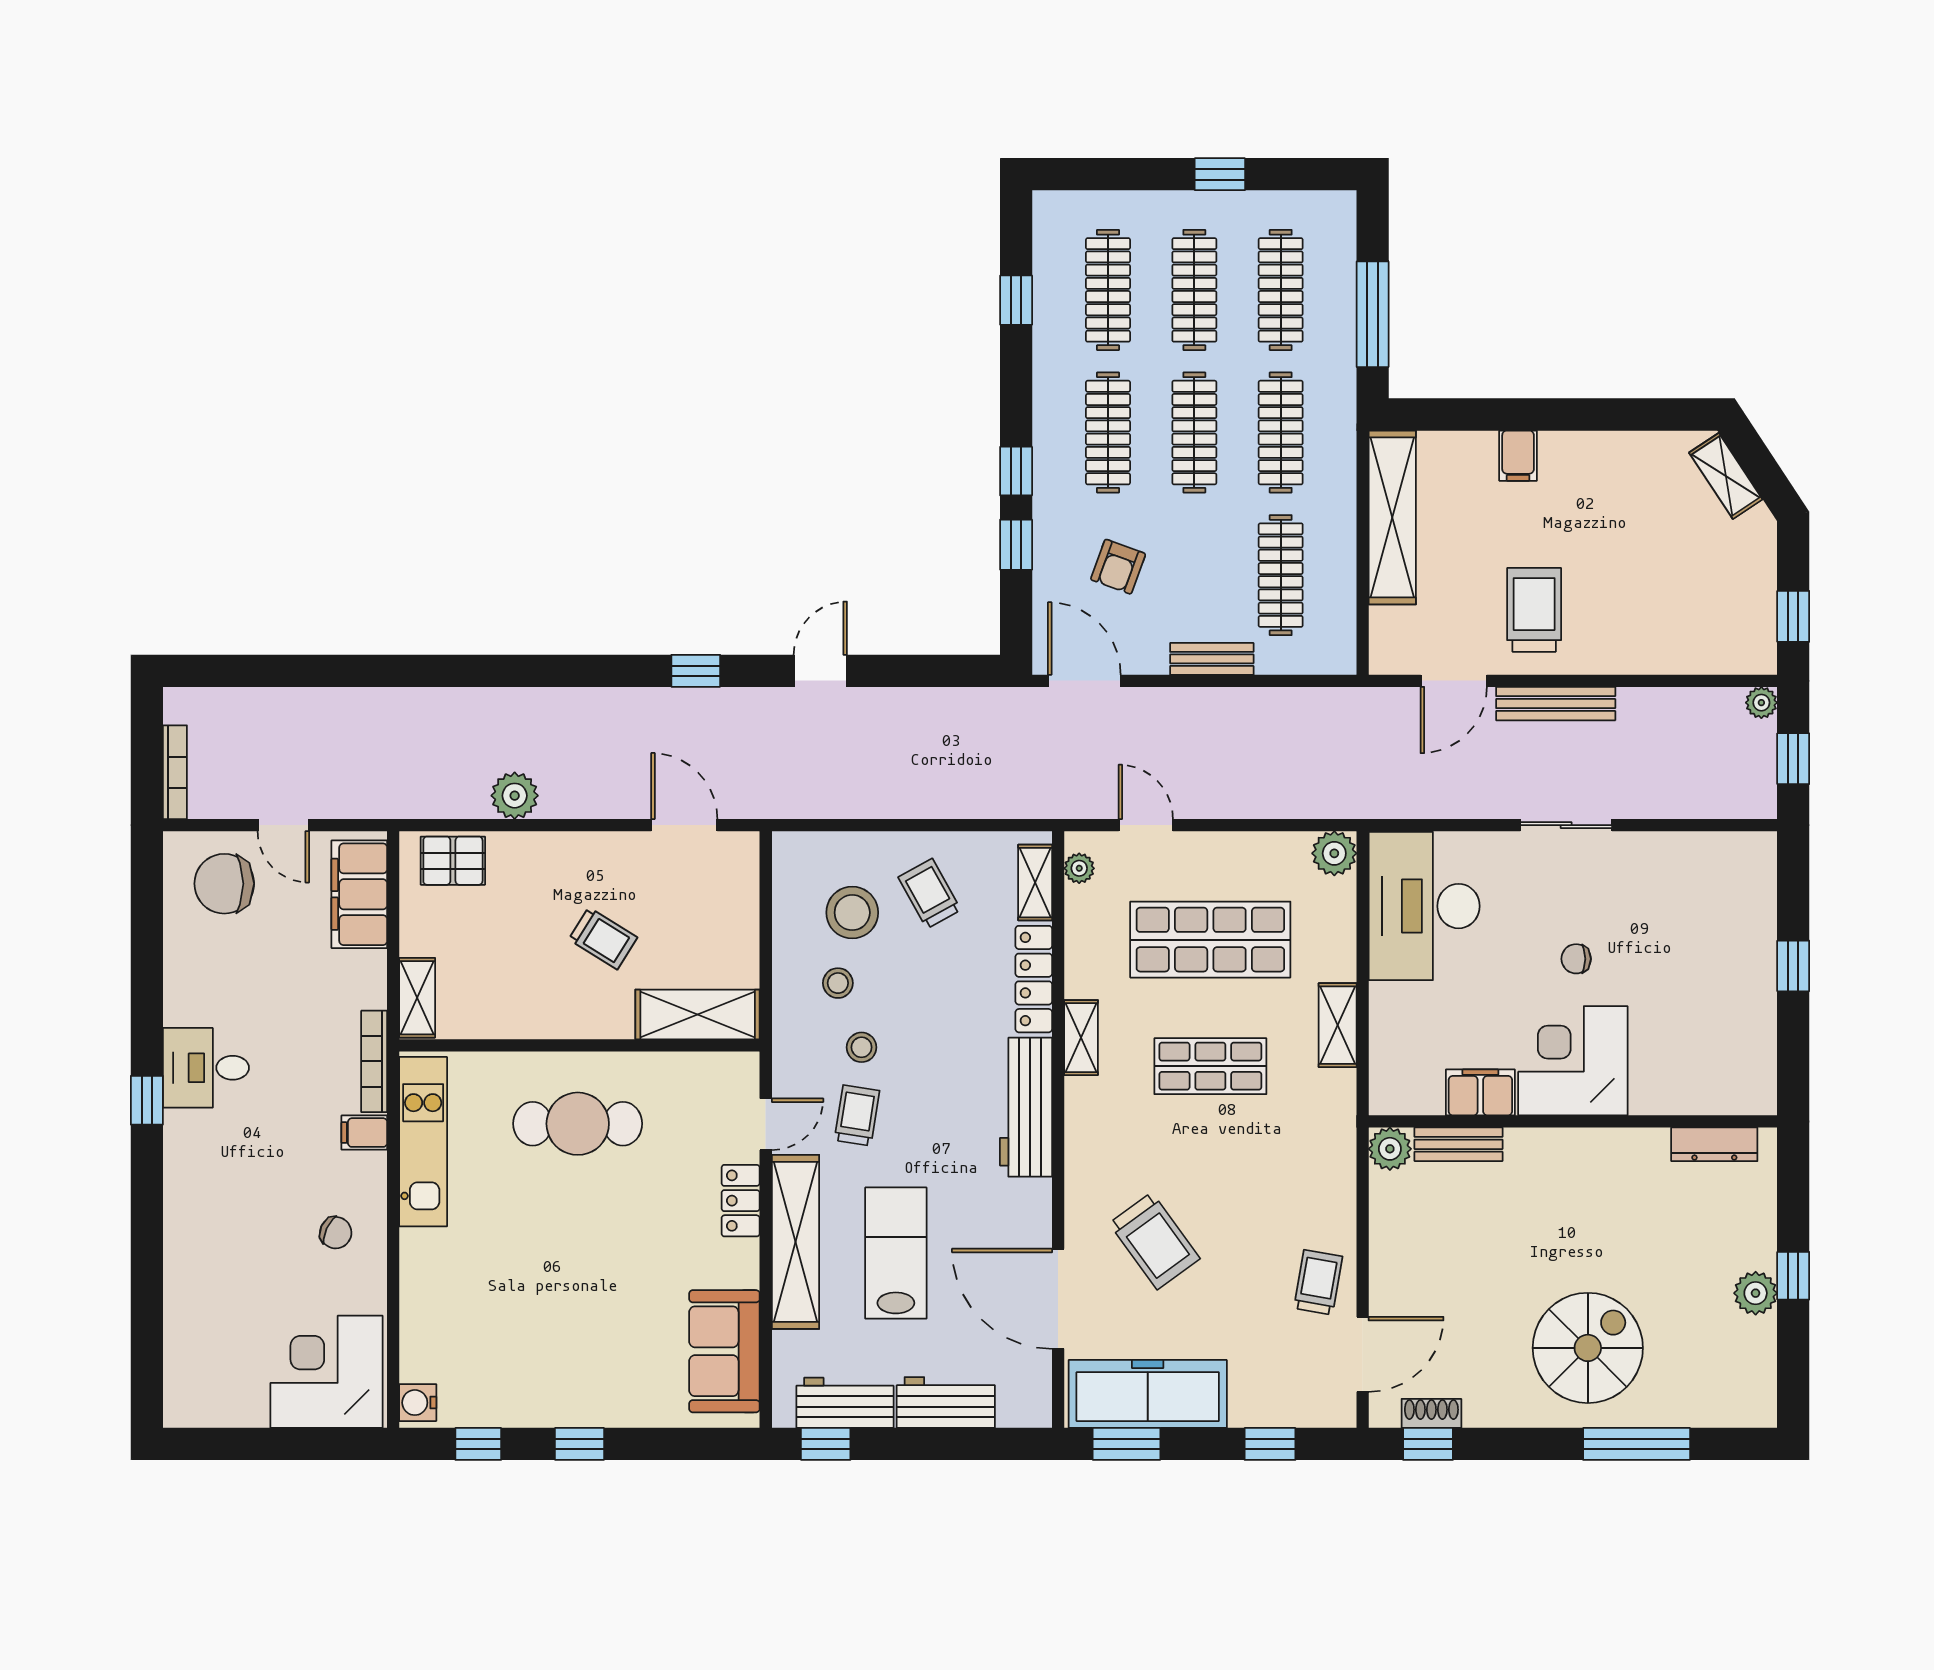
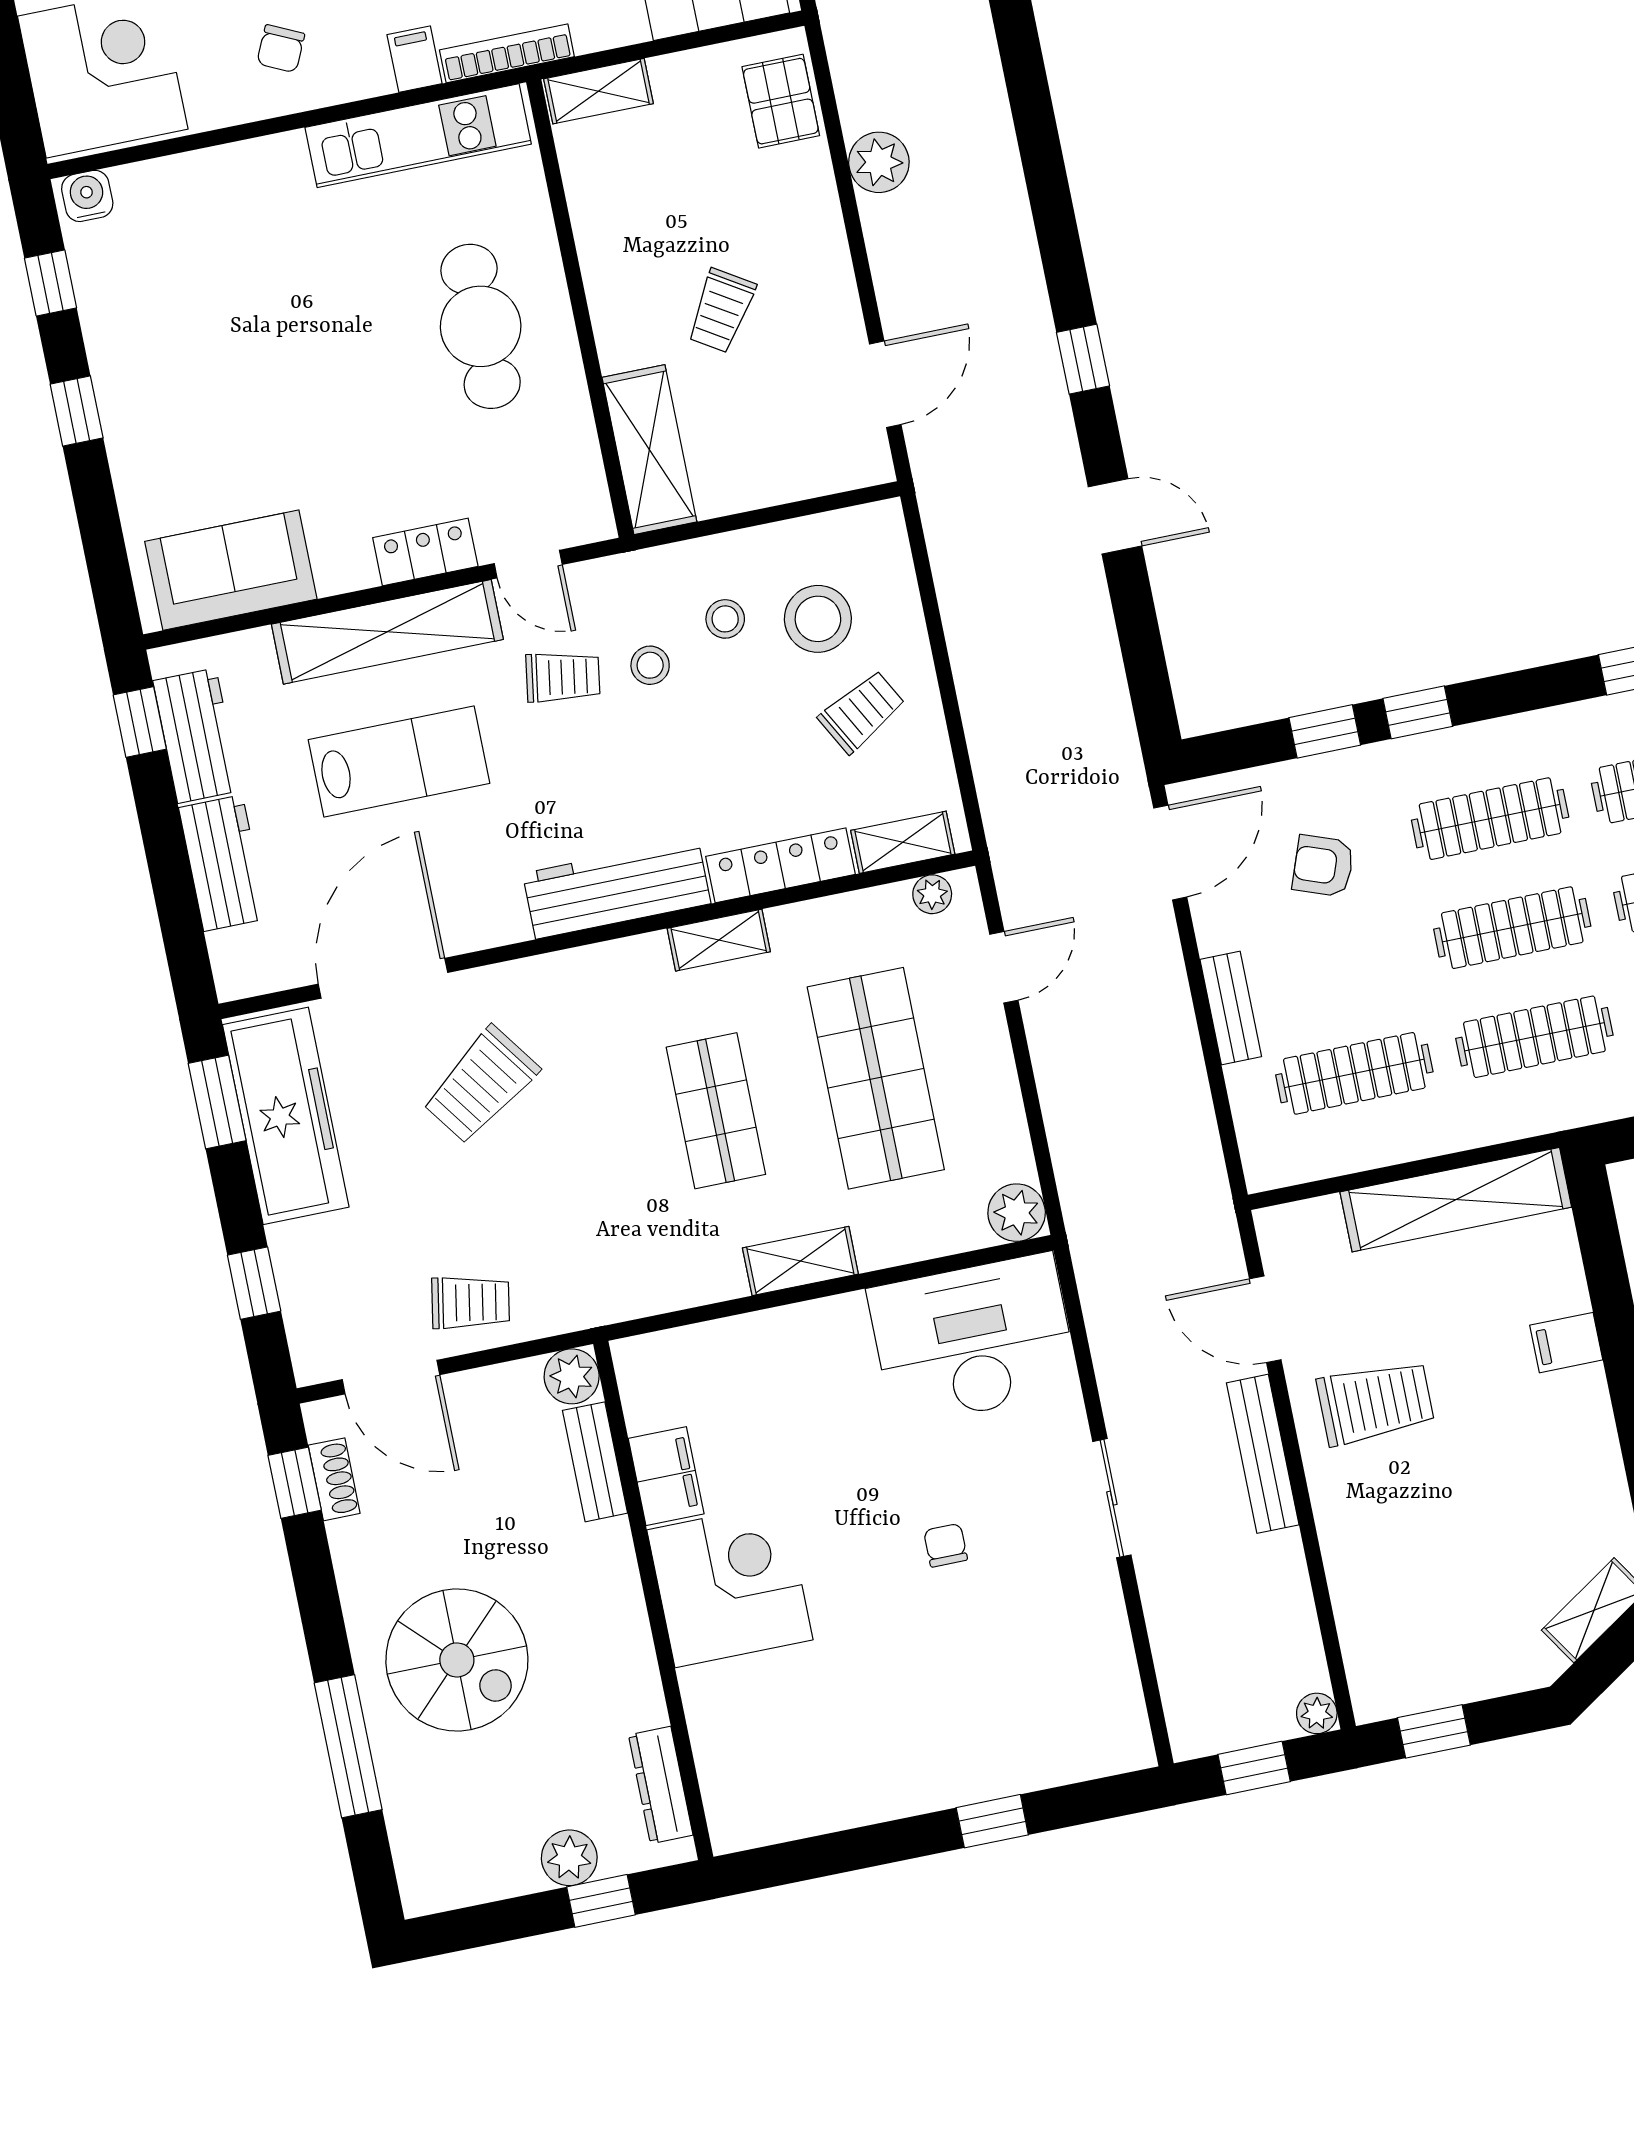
corner desk: (1573, 1061) -> (730, 1585), moved
filing cabinet: (1480, 1092) -> (666, 1476), moved
wall: (1573, 1121) -> (653, 1600), moved
bench: (1458, 1144) -> (595, 1462), moved
dresser: (1714, 1144) -> (661, 1785), moved
plant: (1390, 1149) -> (572, 1376), moved

